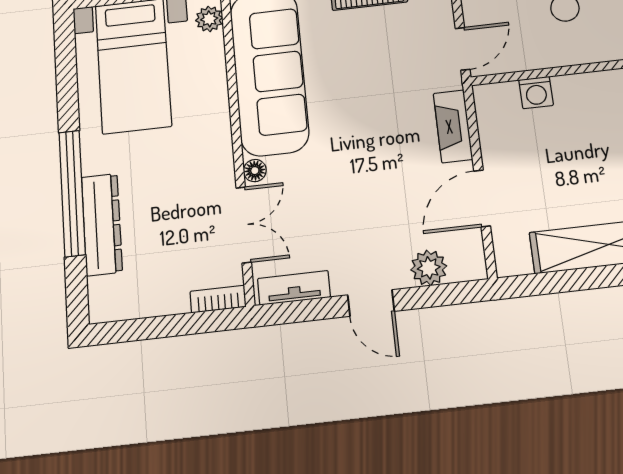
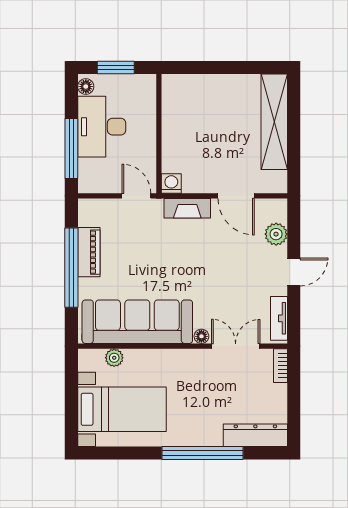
plant: (209, 19) -> (114, 358), moved
washing machine: (536, 92) -> (171, 183), moved, turned -90
dresser: (102, 224) -> (255, 435), moved

